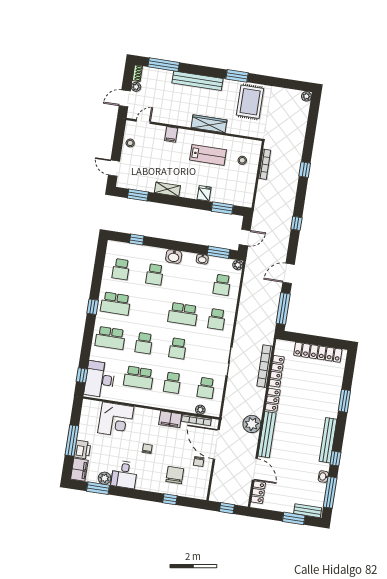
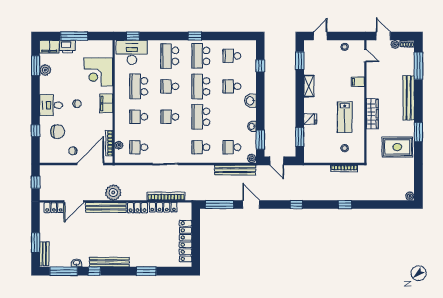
bench: (248, 285) -> (235, 170), added
school desk: (149, 309) -> (201, 86), added
filing cabinet: (170, 419) -> (106, 103), moved
desk: (124, 475) -> (51, 105), moved

